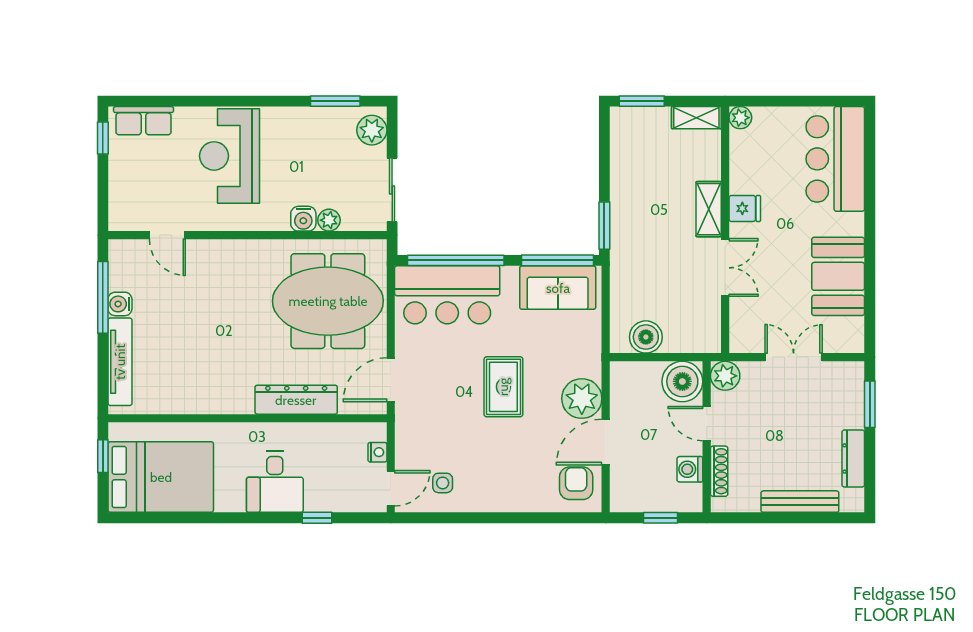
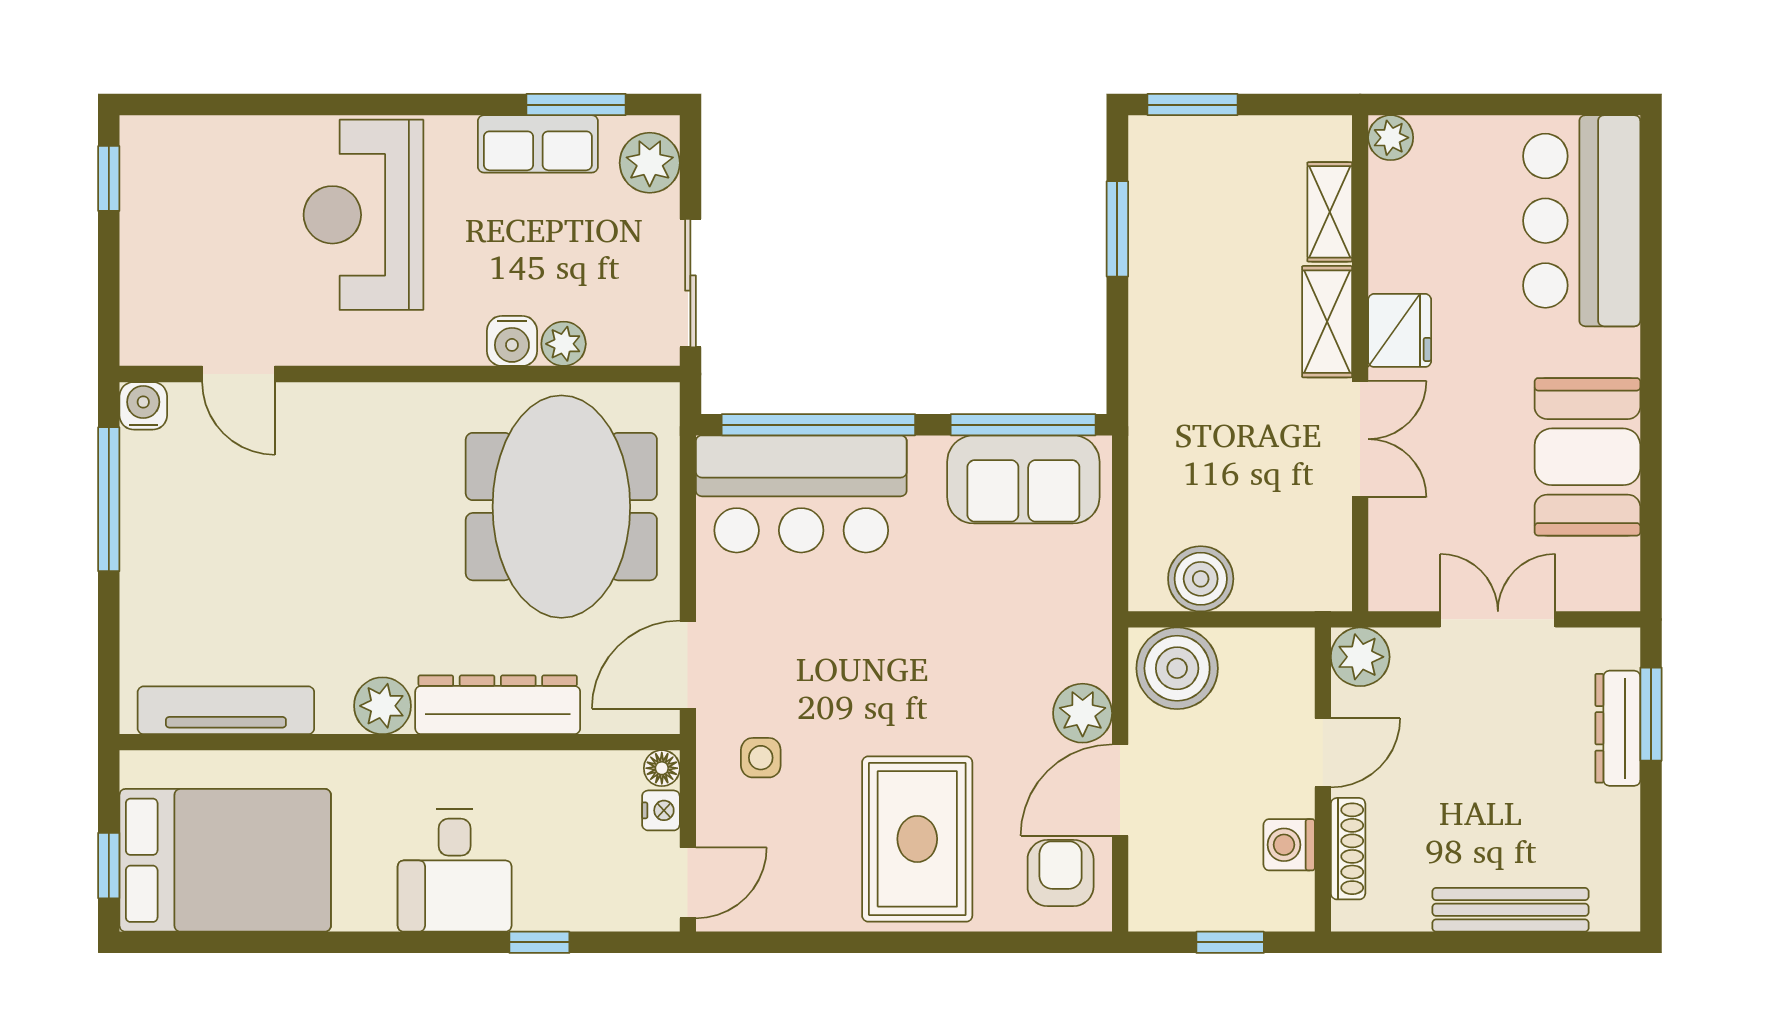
shelving: (696, 118) -> (1330, 212), moved, turned 90
row of seats: (143, 121) -> (538, 144), moved
fridge: (745, 208) -> (1400, 330), width x1.38
window: (604, 226) -> (1117, 229), moved
meeting table: (328, 301) -> (561, 507), turned 90
water cooler: (120, 304) -> (143, 406), moved, turned 90
tv unit: (120, 362) -> (226, 710), moved, turned -90
boiler: (682, 381) -> (1177, 668), moved
rug: (503, 387) -> (917, 839), moved, width x1.36, depth x1.43
plant: (582, 399) -> (1083, 713), width x0.73, depth x0.73
plant: (239, 400) -> (382, 706), added
door: (707, 424) -> (1323, 753), swing flipped
floor lamp: (378, 431) -> (662, 768), added
window: (103, 456) -> (109, 866), moved
dresser: (853, 458) -> (1618, 728), moved
side table: (443, 483) -> (761, 758), moved

